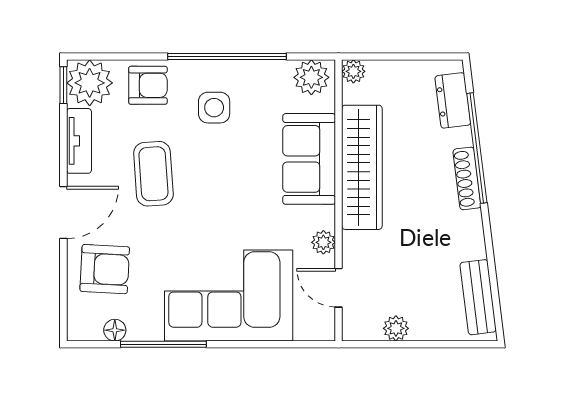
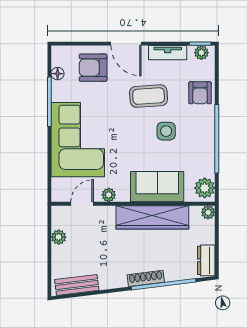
plant: (90, 83) -> (201, 53), width x0.53, depth x0.53
dresser: (453, 100) -> (206, 260), moved, turned -83
side table: (214, 108) -> (166, 131), moved
armchair: (105, 269) -> (93, 68), turned 87

